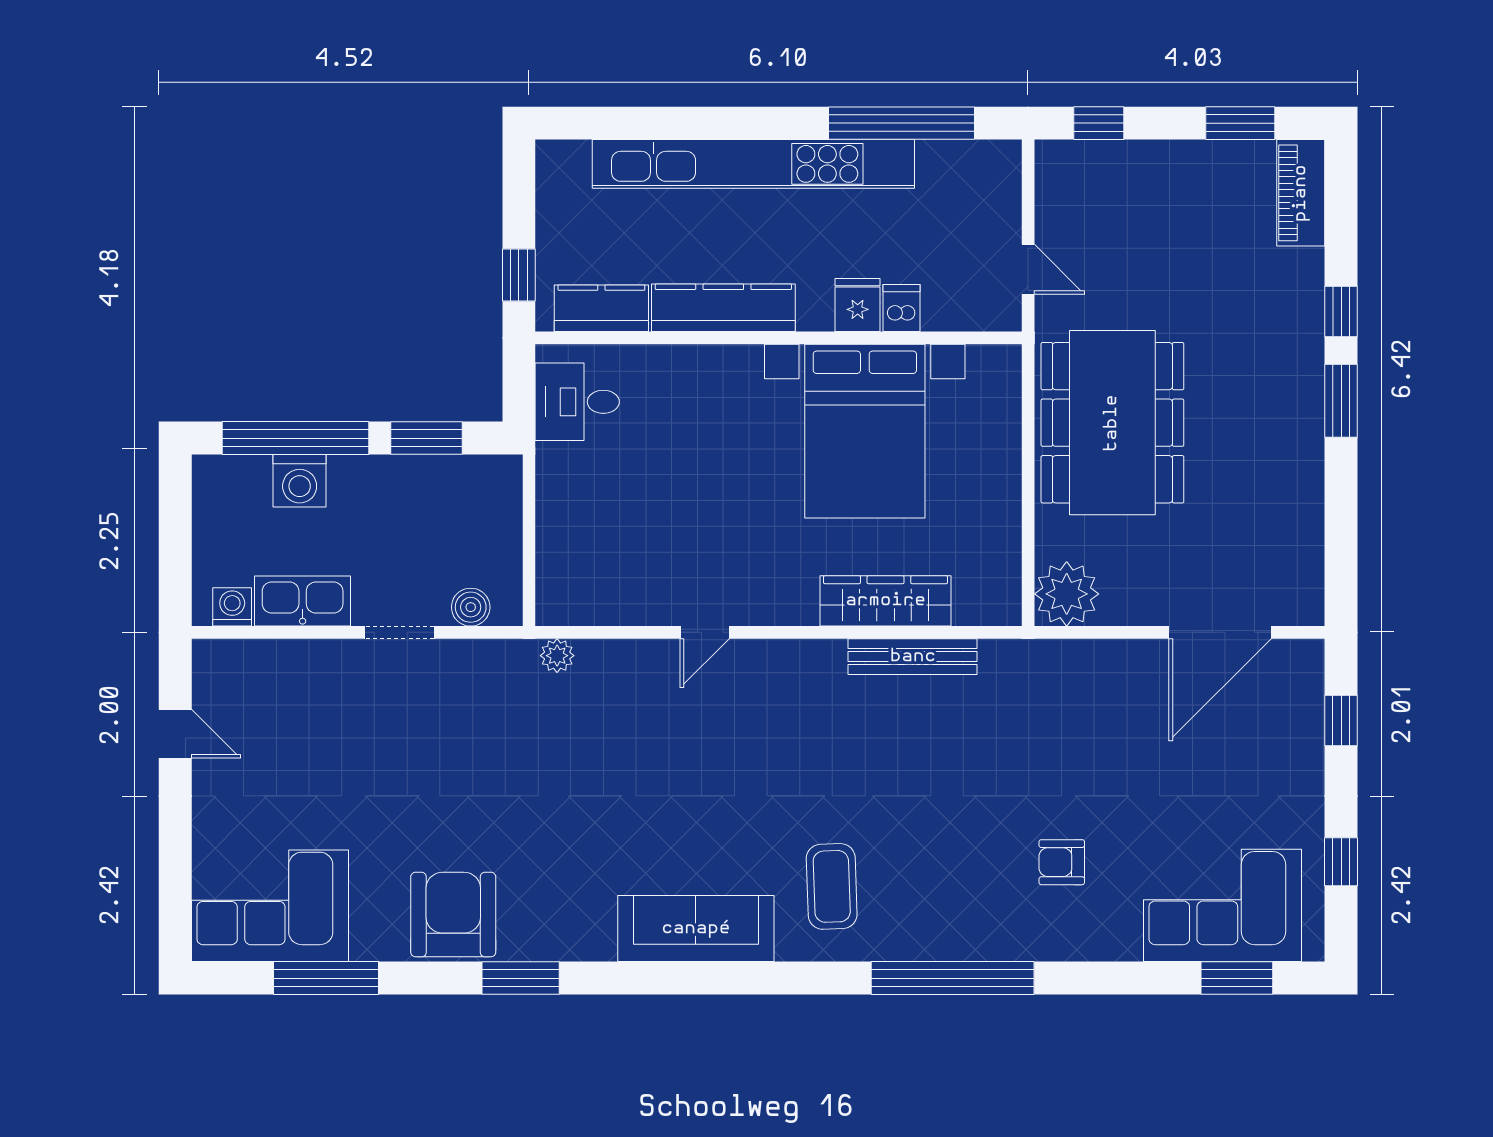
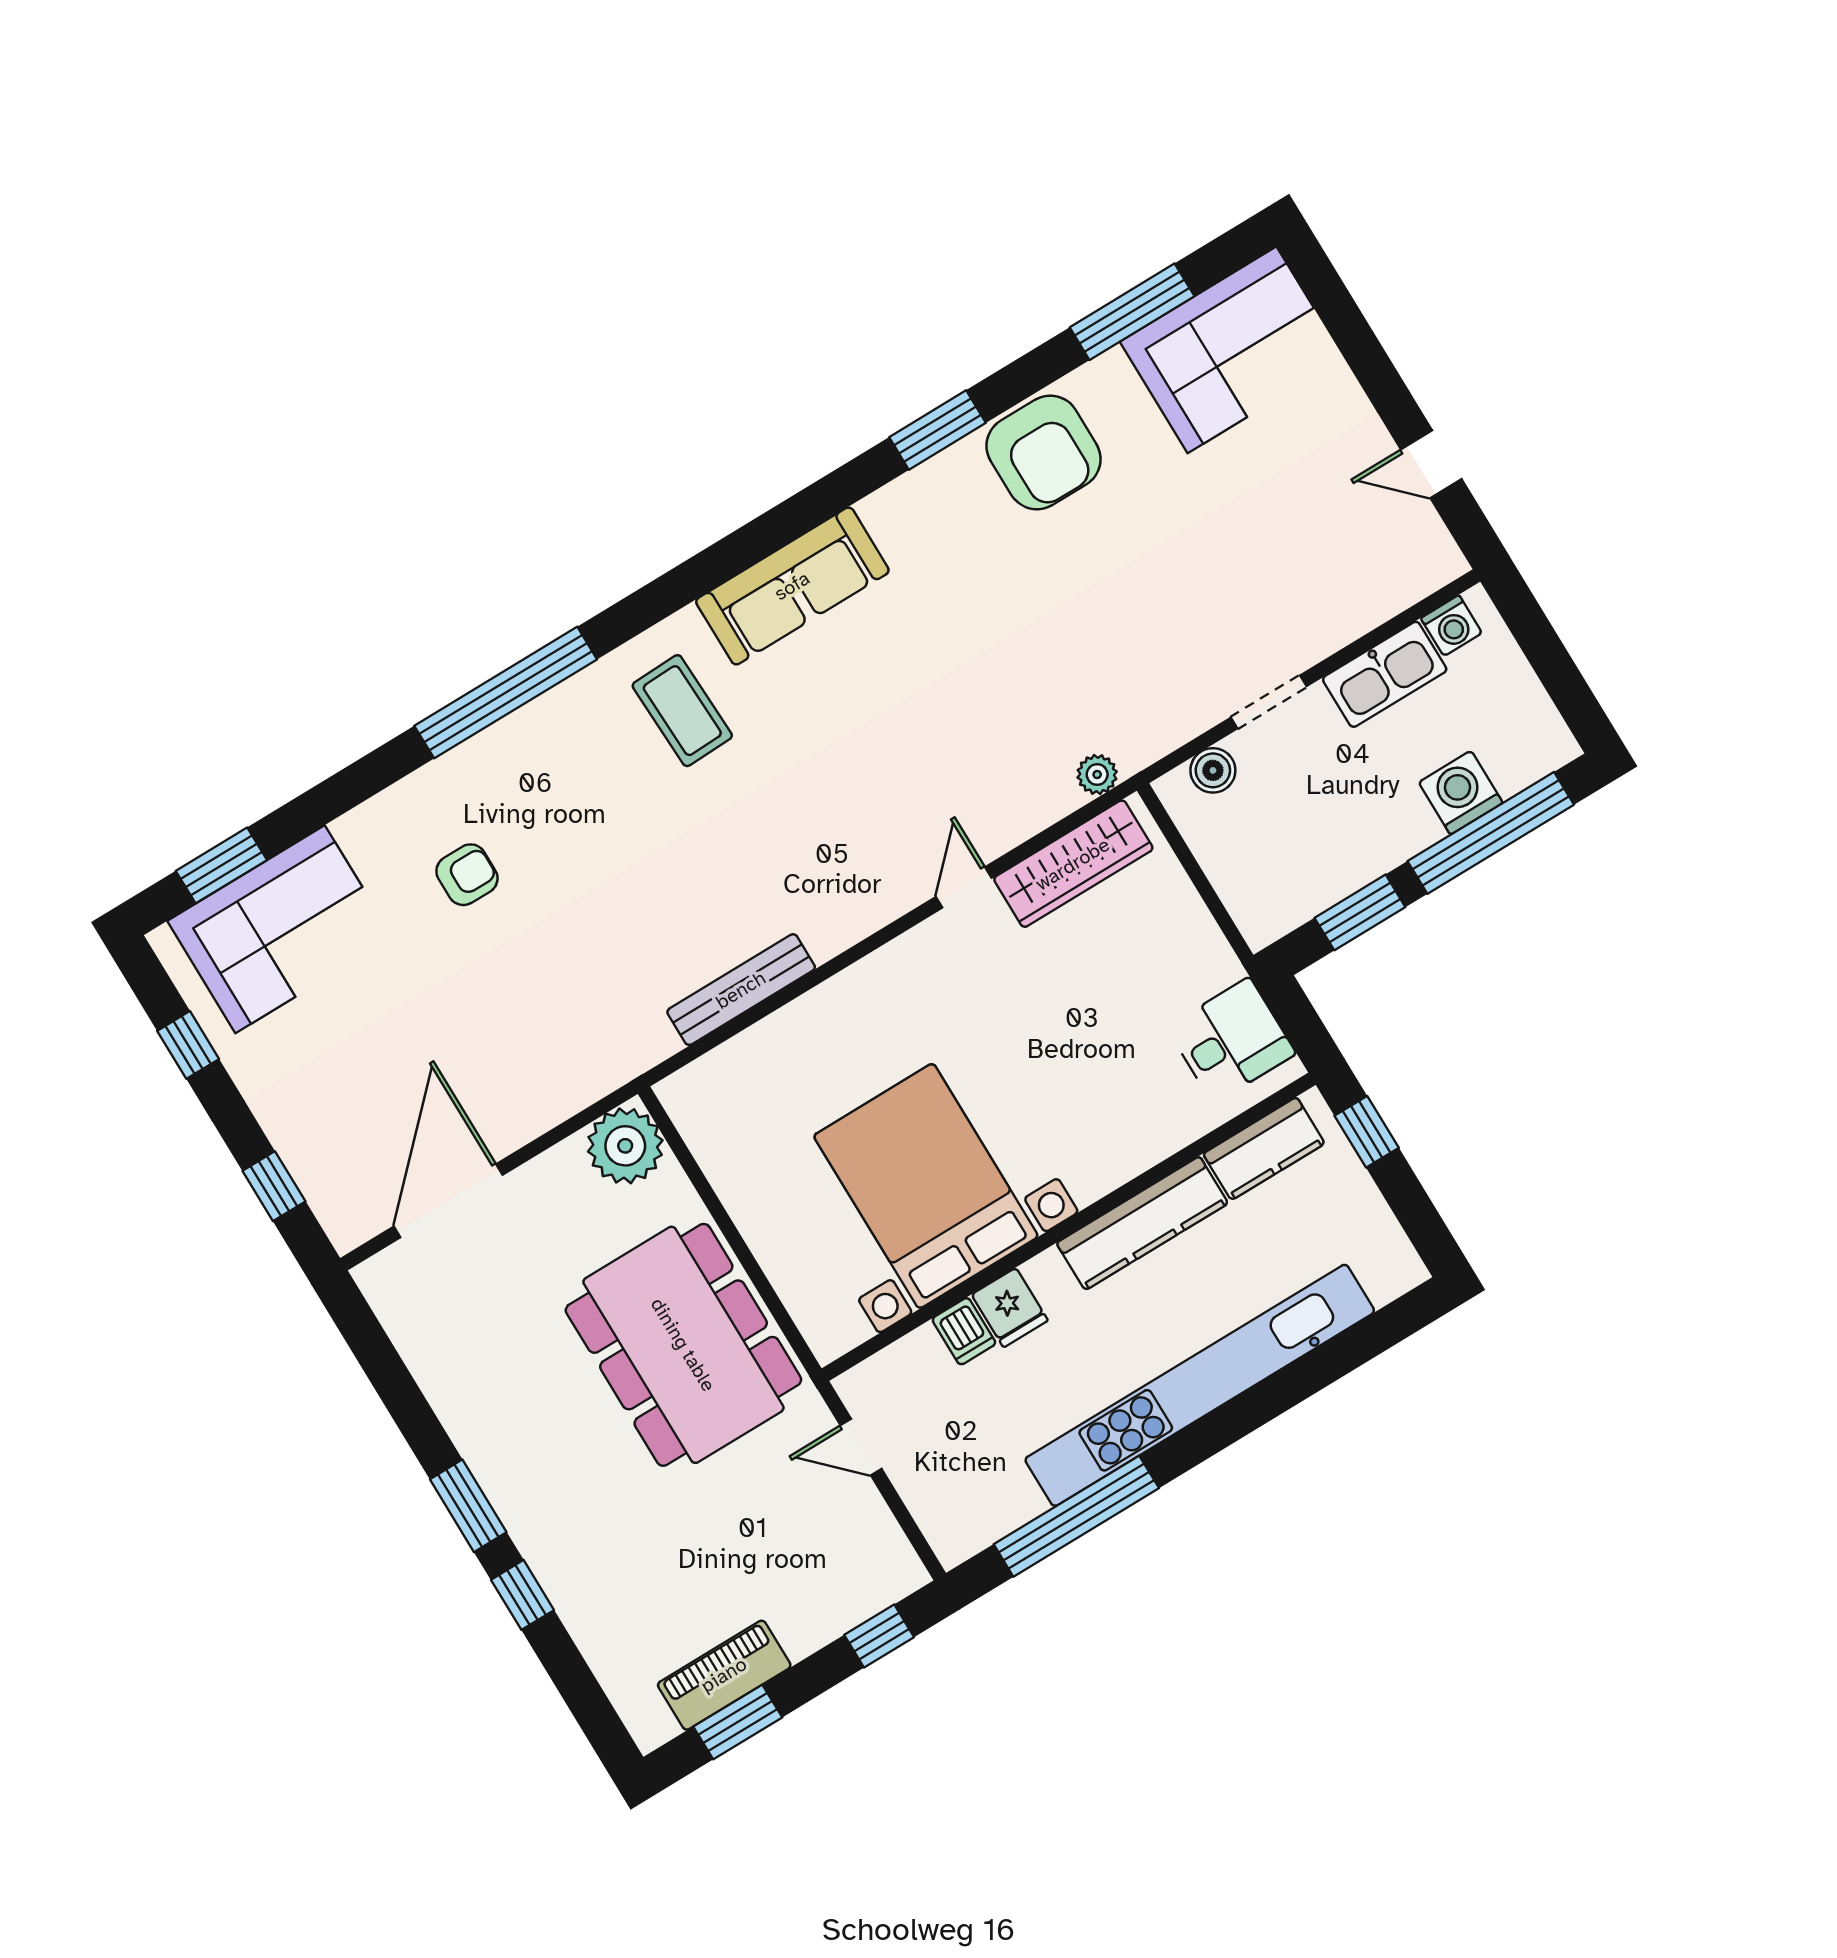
piano: (1301, 193) -> (724, 1675), moved, turned -90
wardrobe: (886, 601) -> (1073, 864), moved

